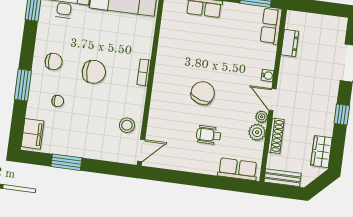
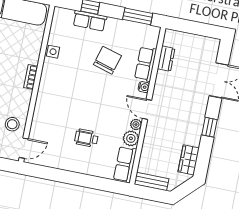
row of seats: (271, 26) -> (146, 64), moved
side table: (166, 43) -> (53, 52), added
chair: (203, 93) -> (107, 60), moved
shoe rack: (276, 136) -> (148, 143), removed
row of seats: (238, 169) -> (125, 164), moved, turned -90

